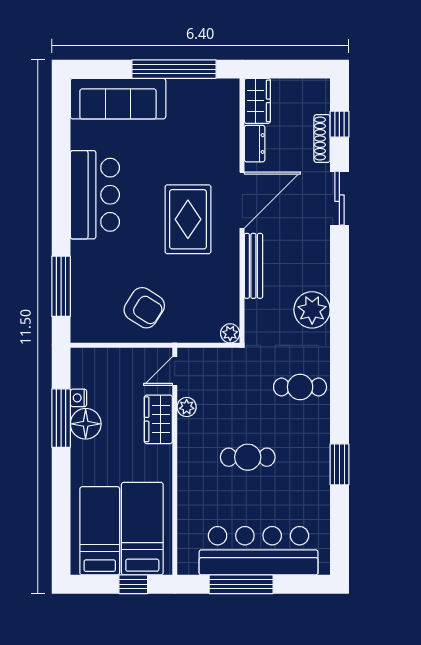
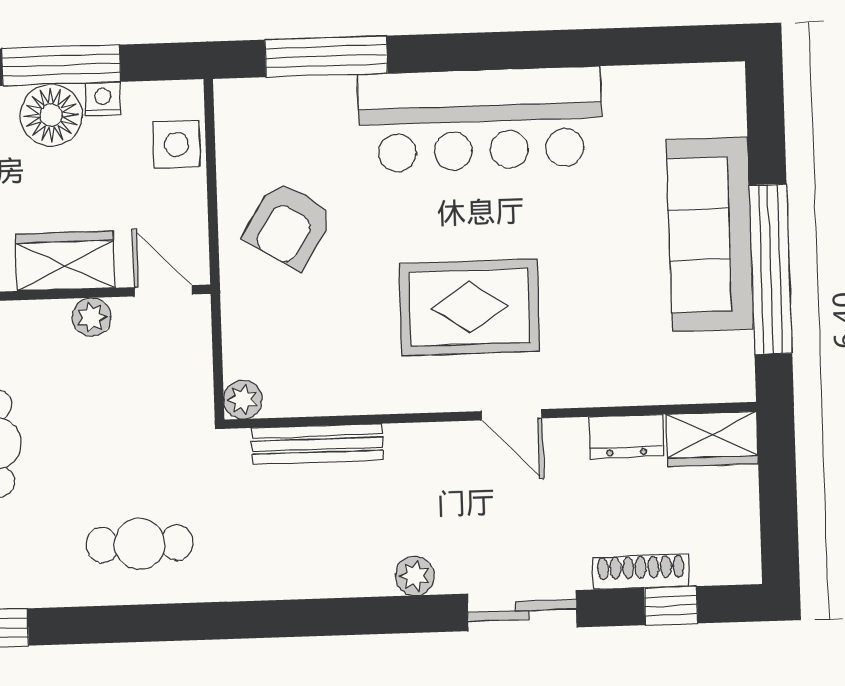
sofa: (118, 99) -> (710, 234), moved
bar counter: (95, 195) -> (480, 119), width x1.36
door: (242, 200) -> (512, 415), width x0.53
bench: (253, 266) -> (317, 444), moved
plant: (312, 310) -> (415, 576), moved, width x0.53, depth x0.53
side table: (102, 362) -> (177, 144), added
cafe table: (300, 387) -> (140, 544), turned 90

